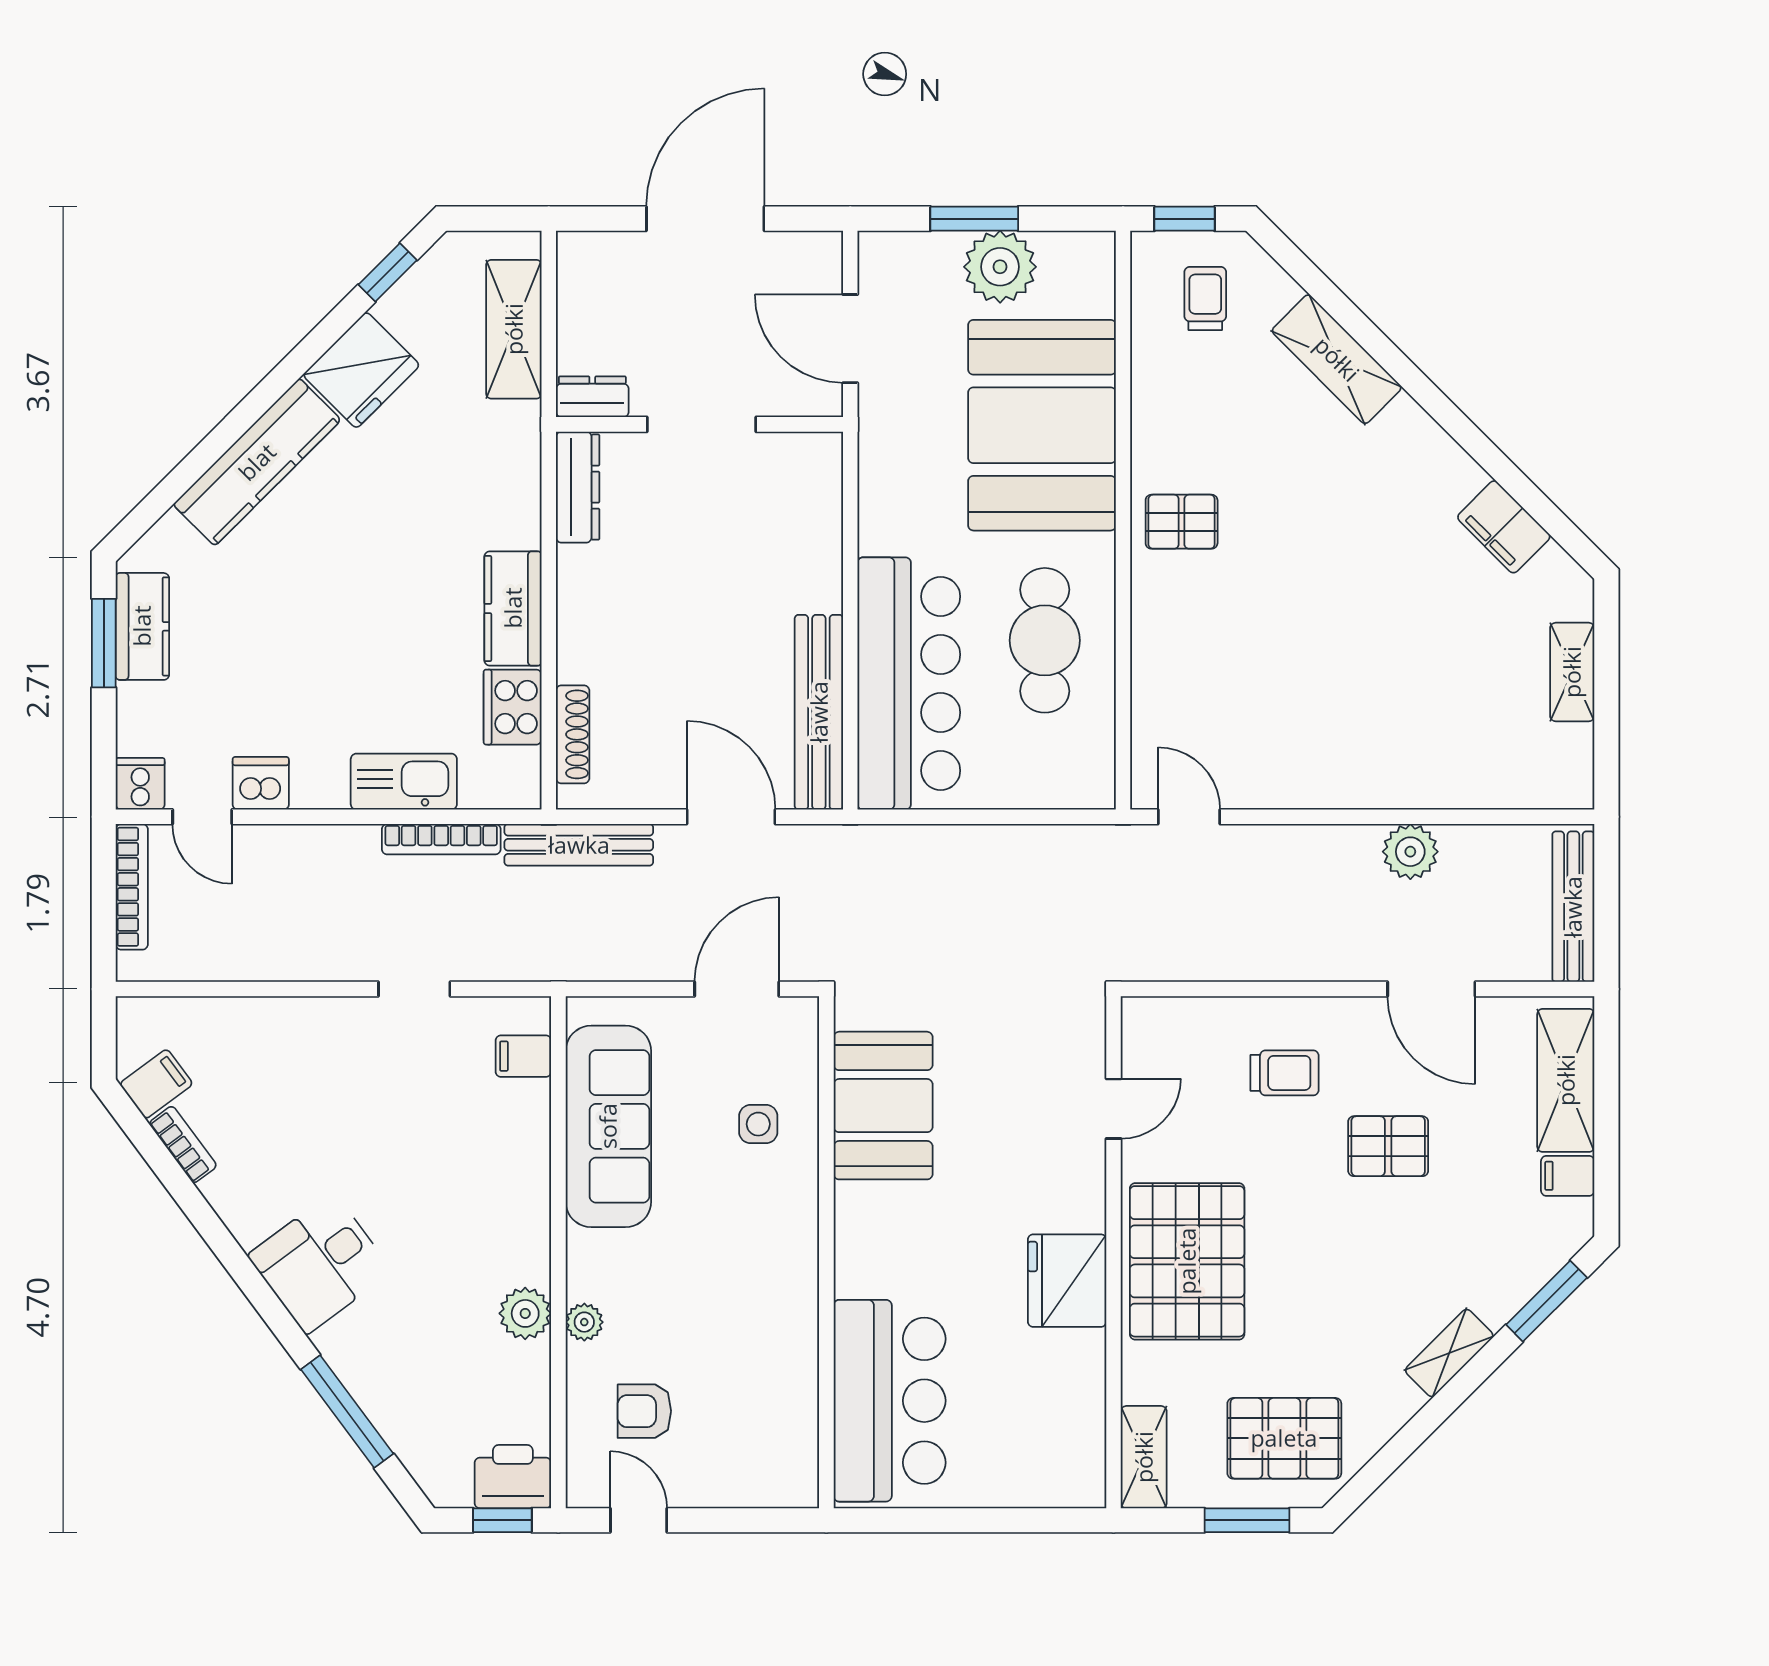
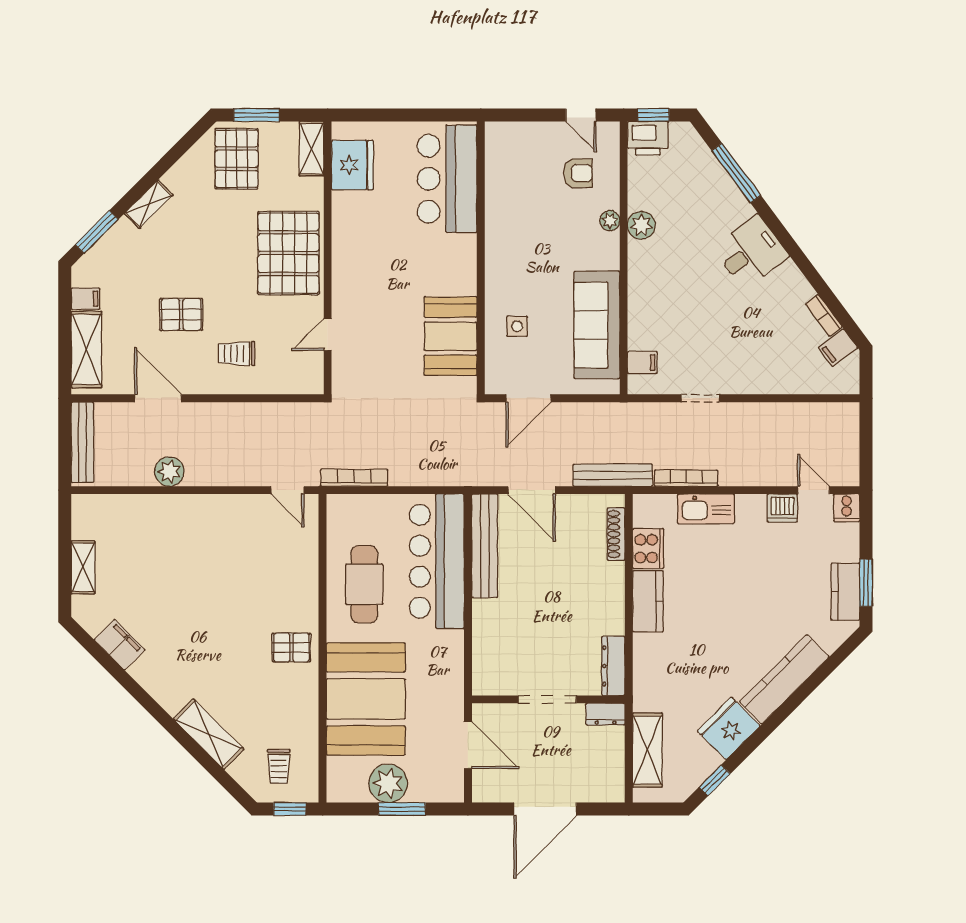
bookcase: (132, 887) -> (354, 478), moved, turned 90
fridge: (1067, 1281) -> (352, 165), moved
pallet: (1284, 1438) -> (237, 159), turned 90

